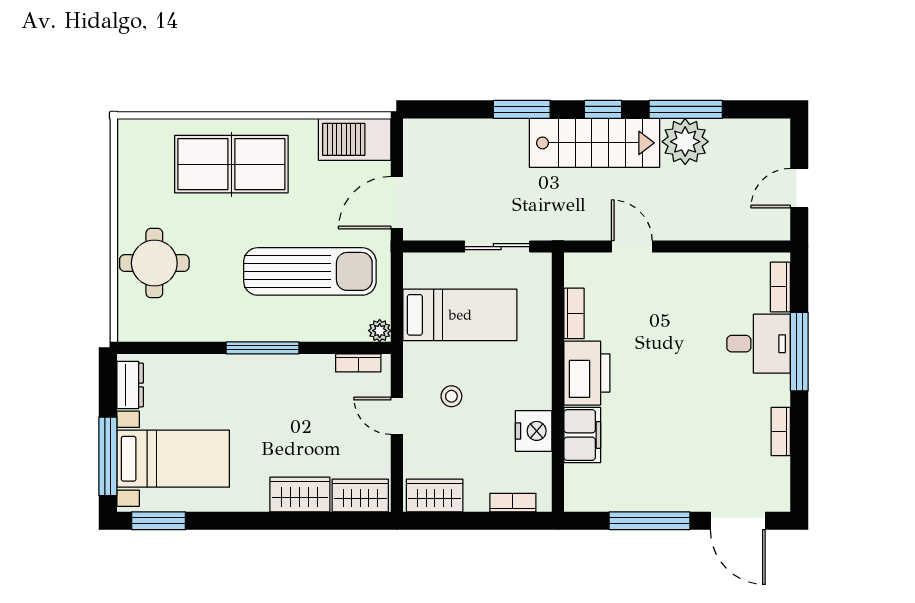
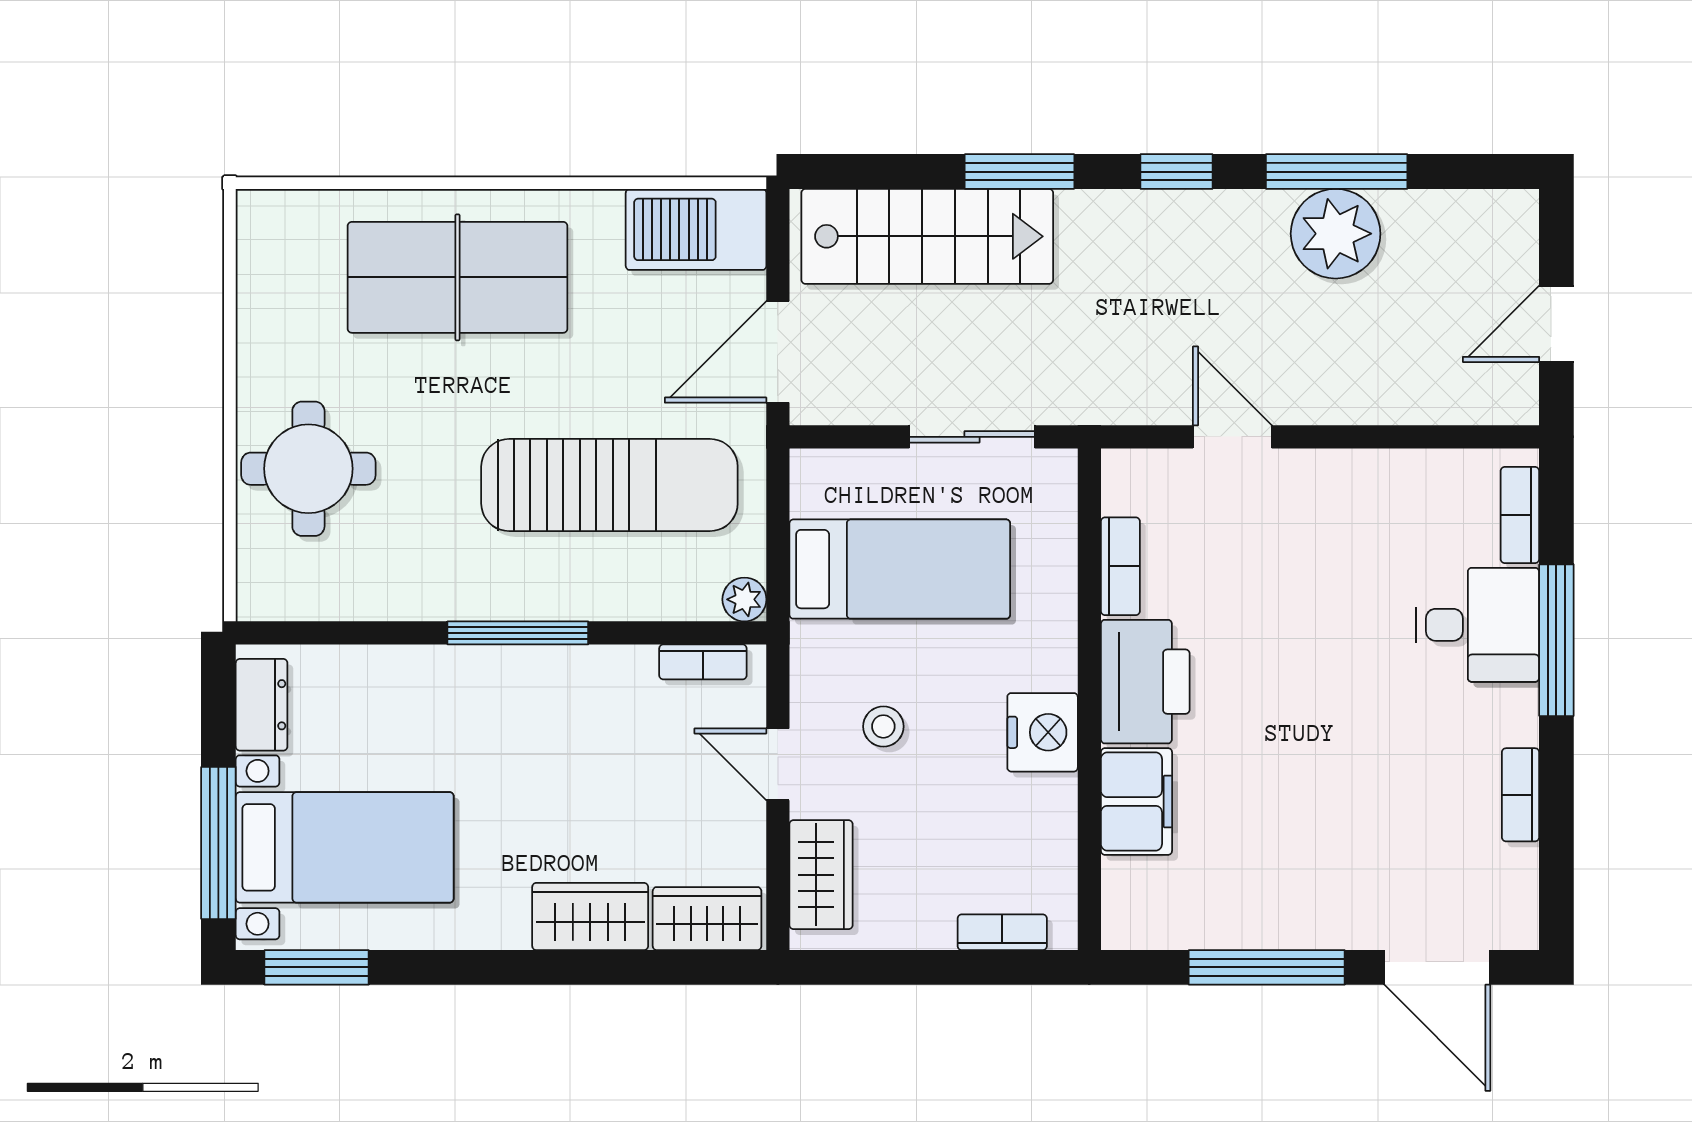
stairs: (595, 143) -> (927, 236), moved
nightstand: (534, 431) -> (1043, 732), moved
wardrobe: (435, 495) -> (821, 875), moved, turned 90

